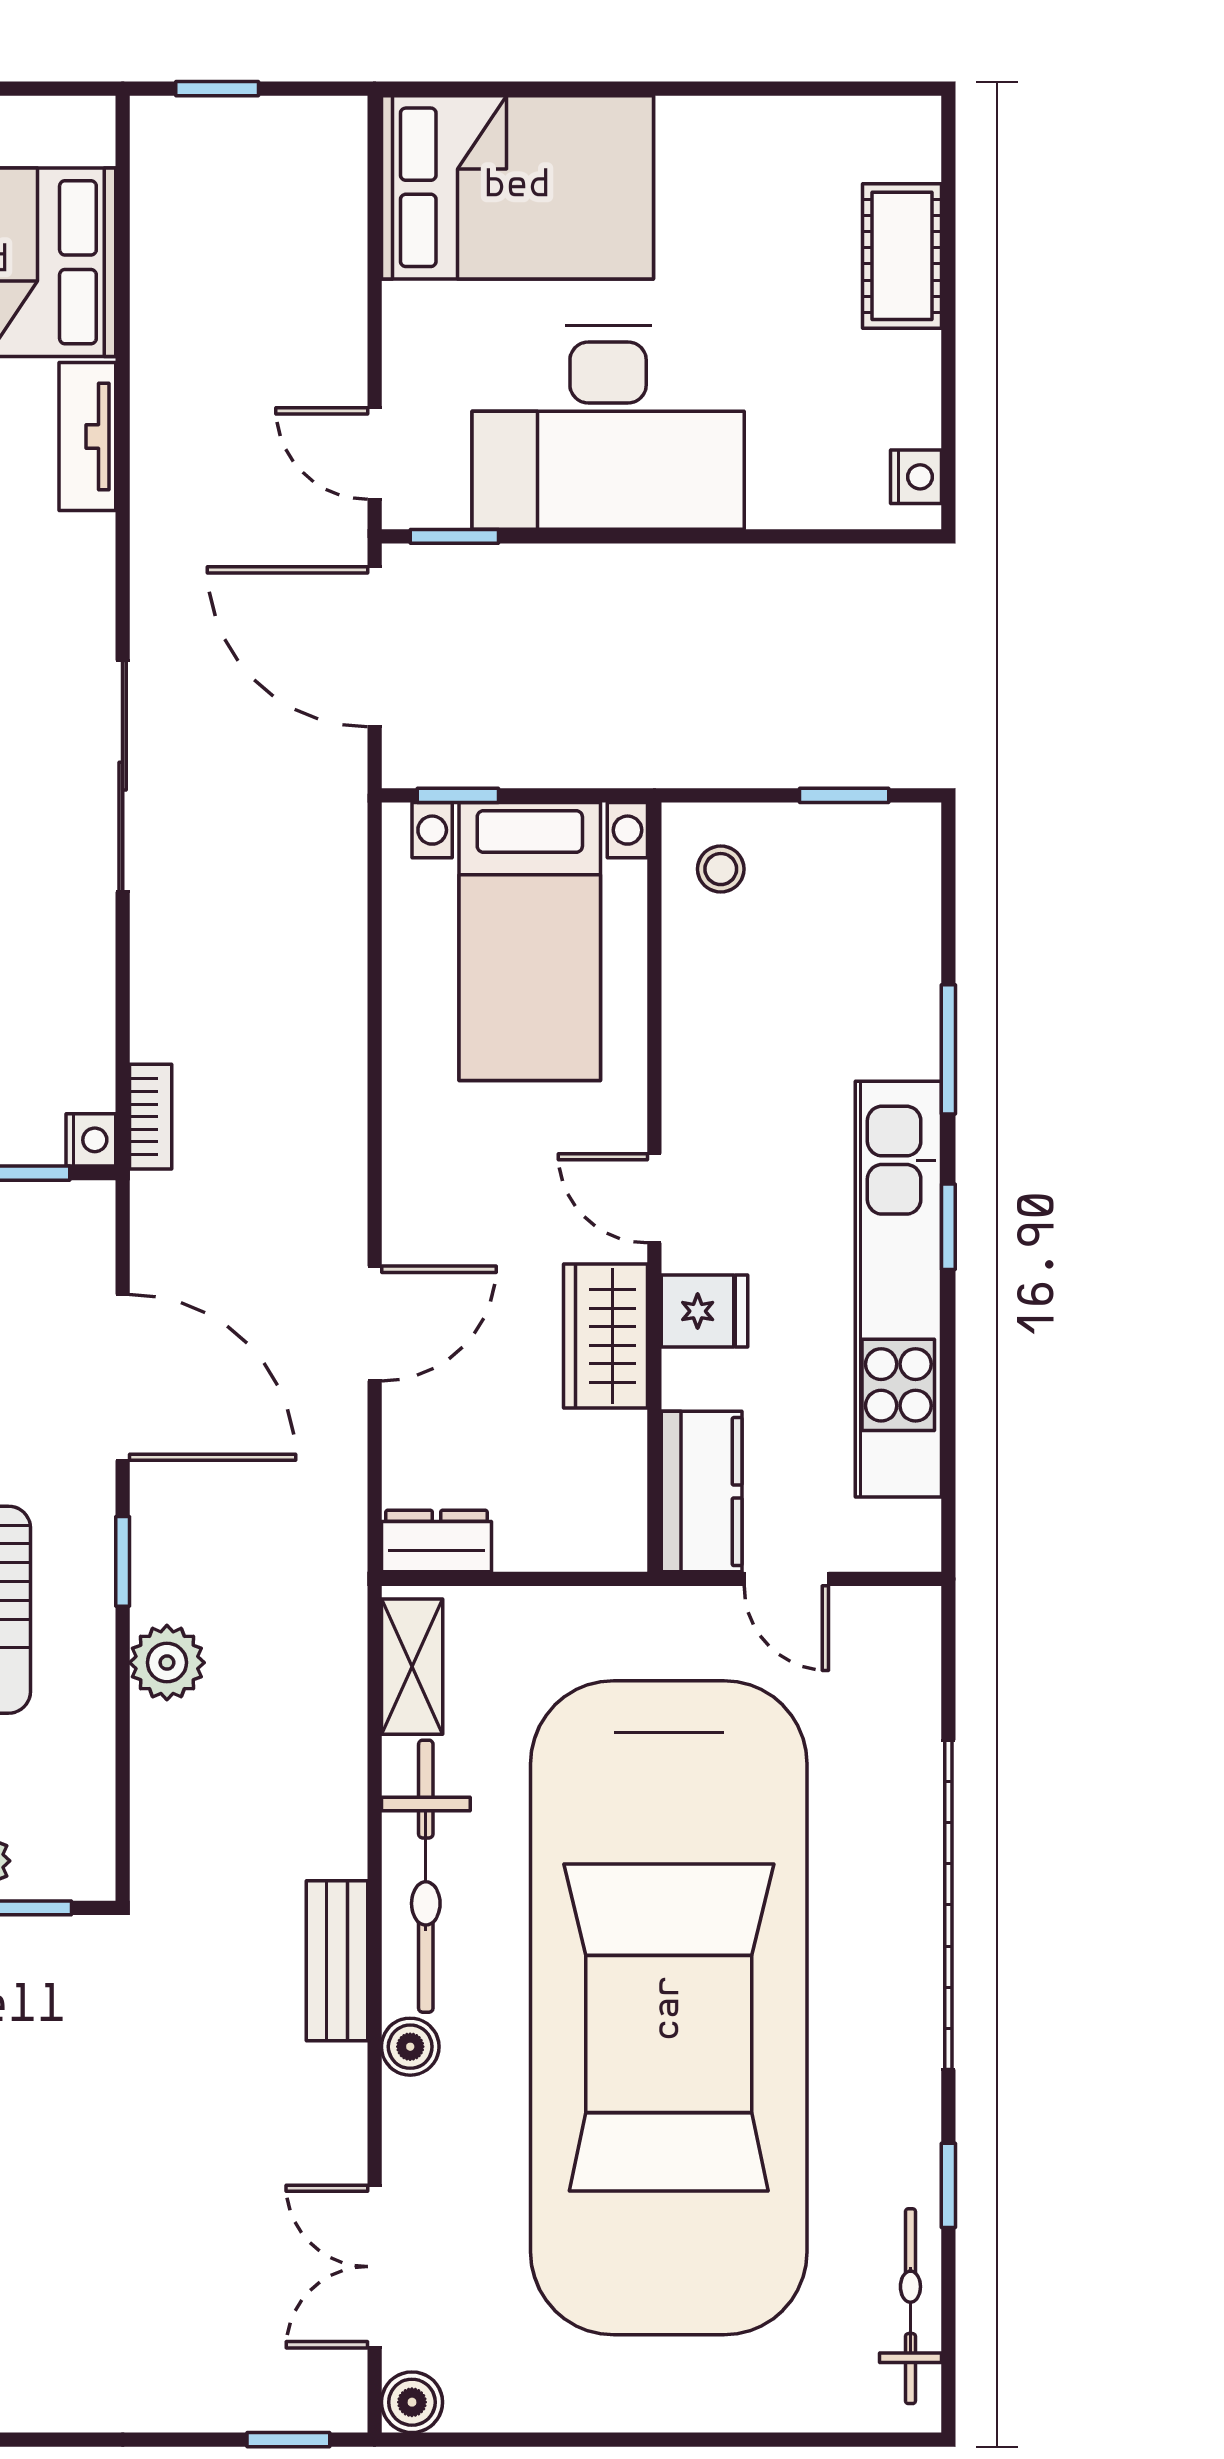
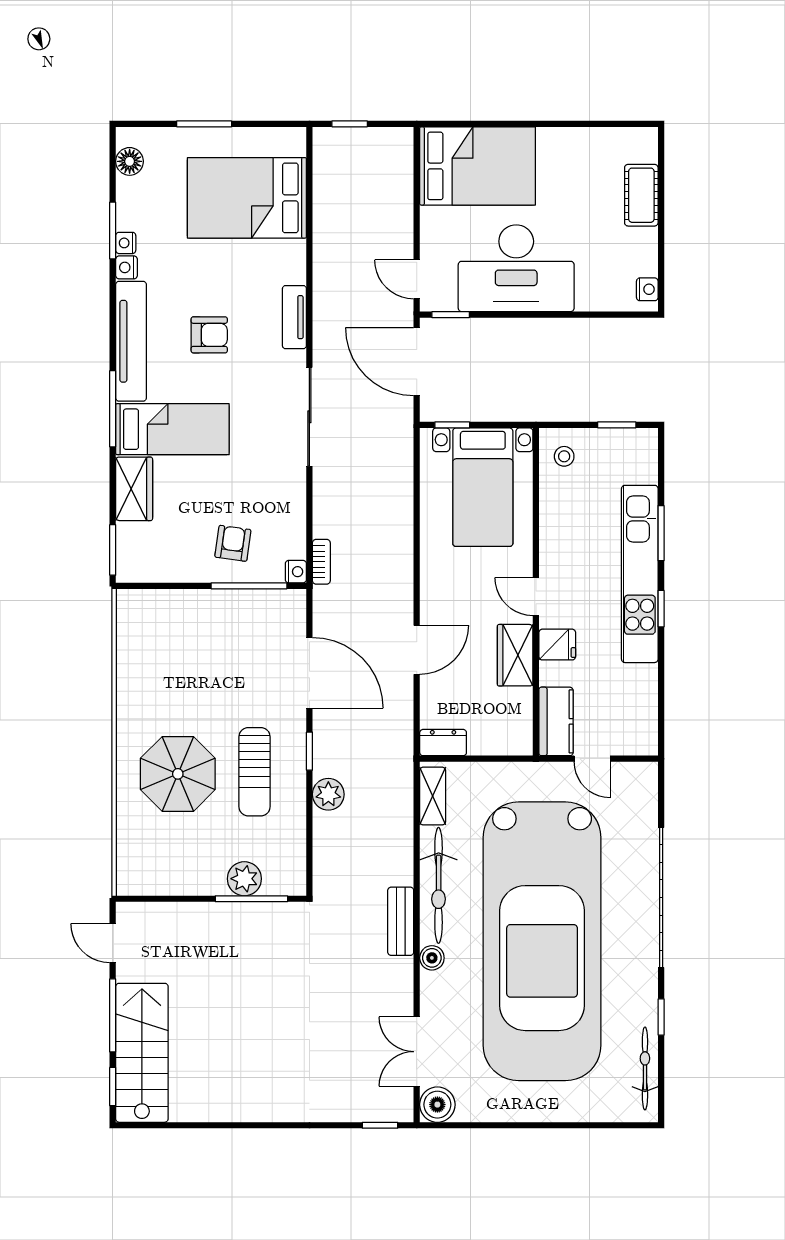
tv unit: (87, 436) -> (294, 317), moved
kitchen unit: (898, 1289) -> (640, 574), moved
boiler: (412, 2402) -> (437, 1105), width x1.36, depth x1.36

